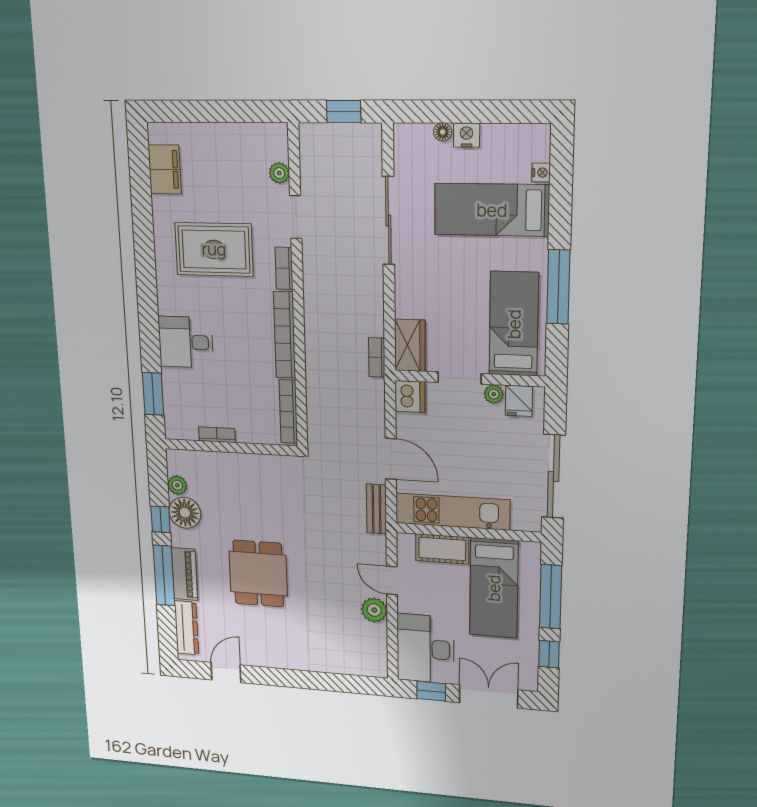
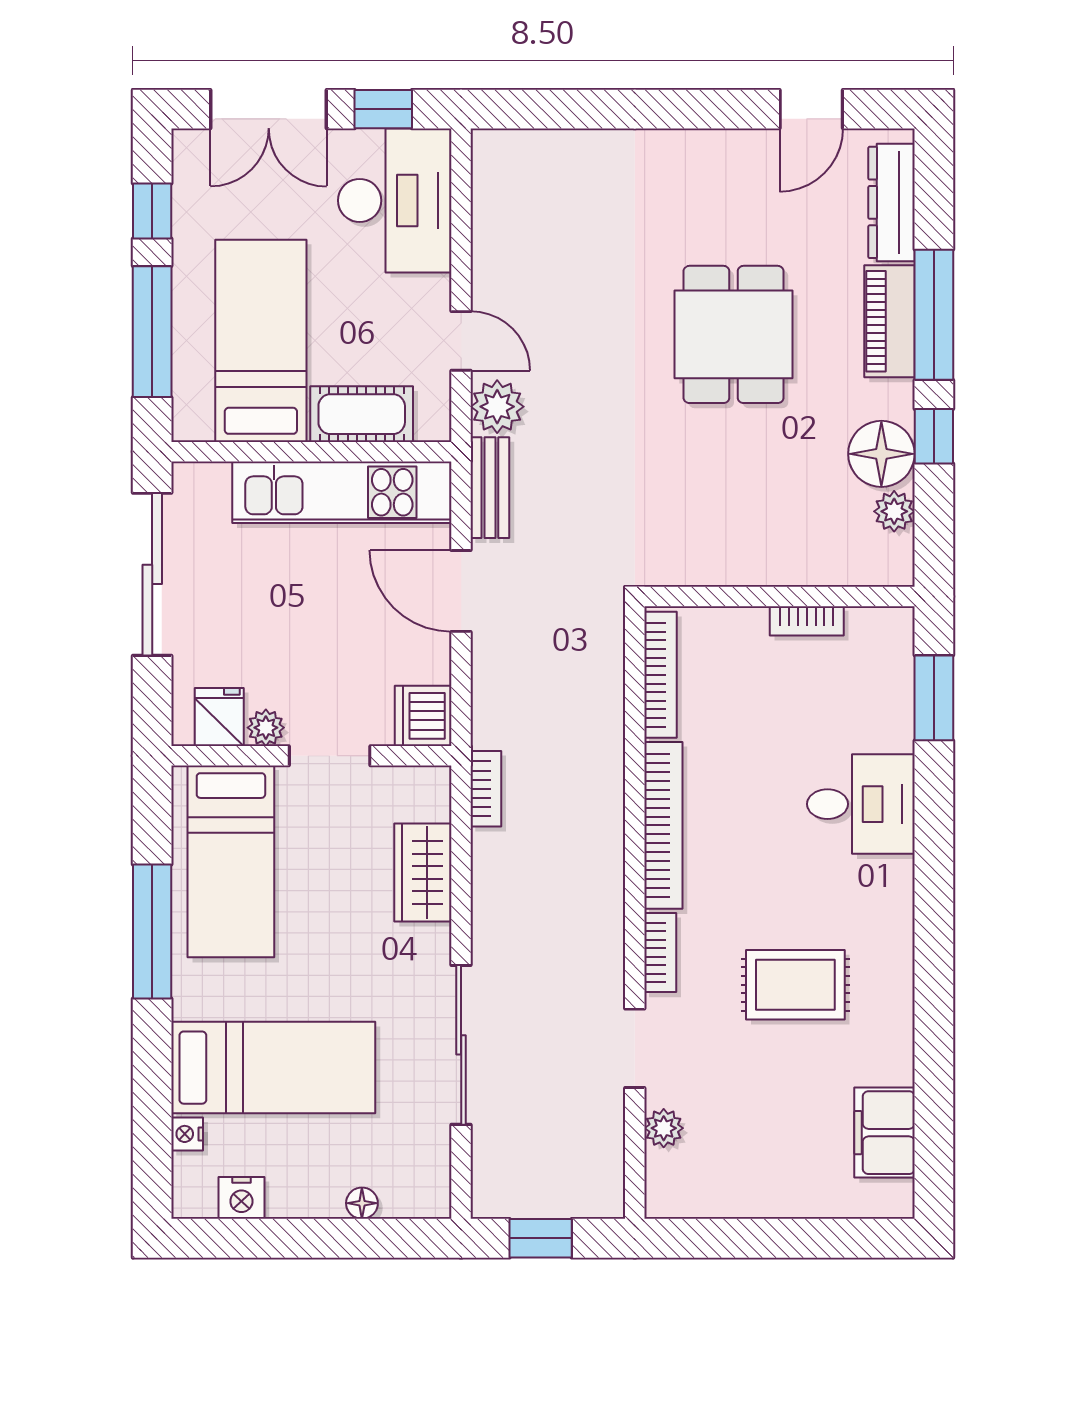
nightstand: (466, 135) -> (241, 1198), moved
rug: (214, 249) -> (795, 985), width x0.73, depth x0.70
wardrobe: (410, 345) -> (423, 872), moved
plant: (374, 610) -> (497, 407), moved

